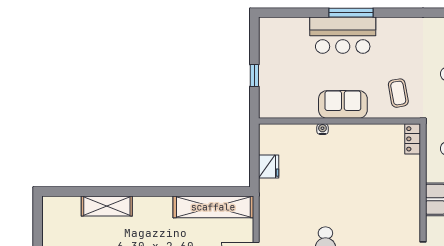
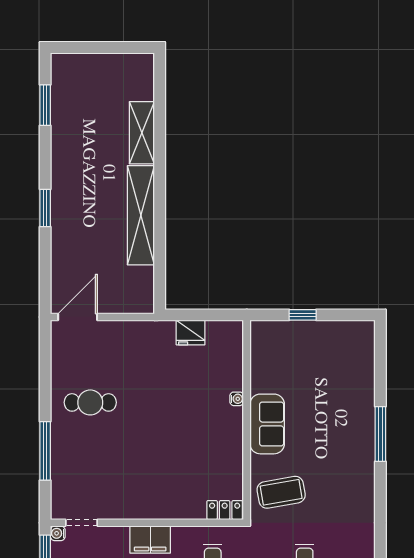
bar counter: (343, 35) -> (353, 424), removed
coffee table: (398, 93) -> (281, 492), width x1.36, depth x1.30
shelving: (213, 207) -> (141, 215), moved

